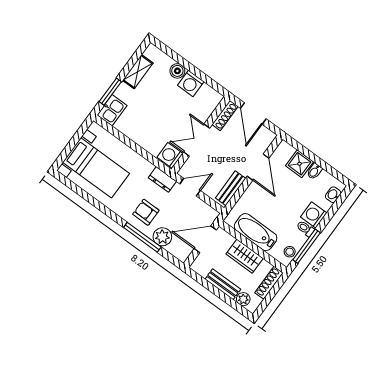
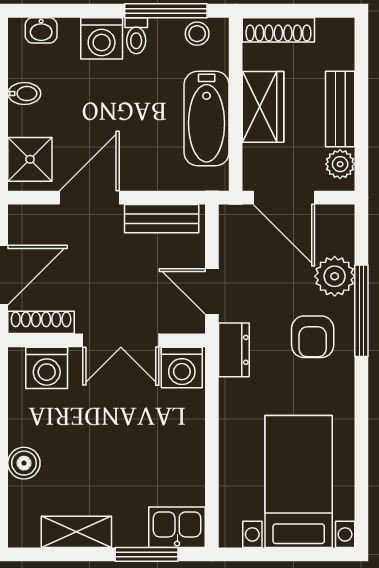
washing machine: (191, 83) -> (47, 368), moved, turned 90
shower: (299, 164) -> (30, 159), moved
plant: (243, 299) -> (340, 164), moved

